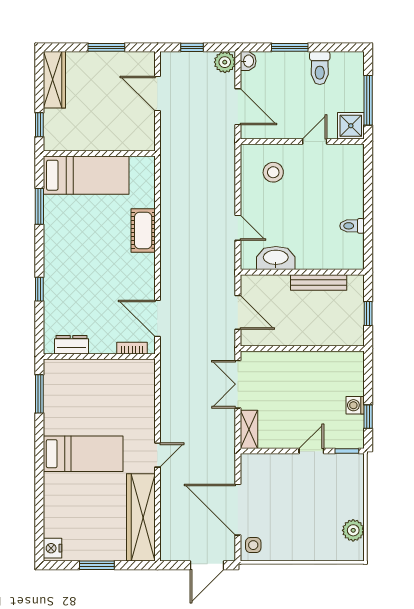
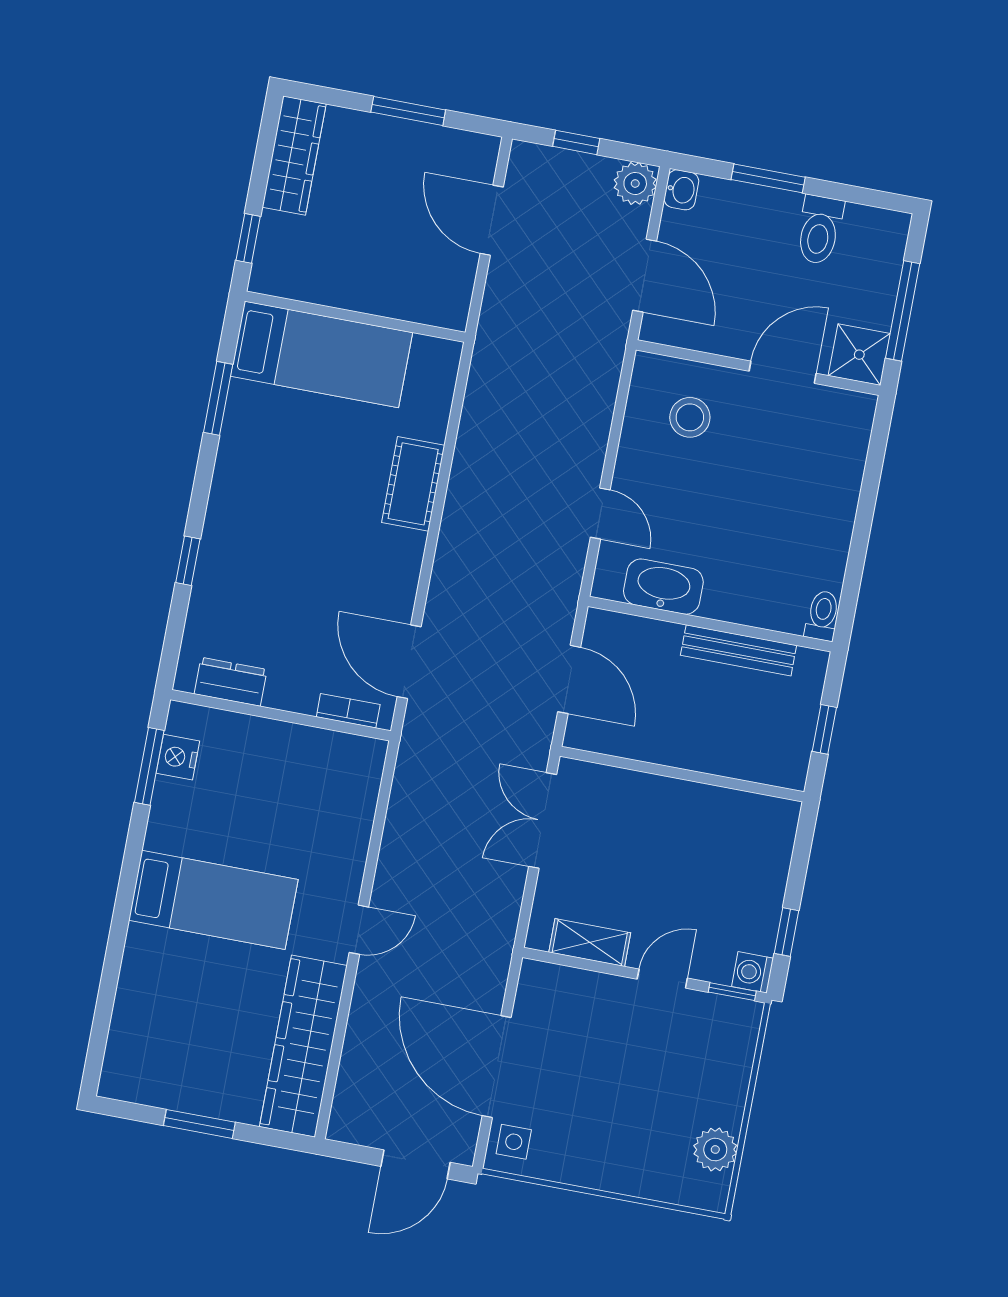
door: (315, 141) -> (783, 372), width x1.38
toilet: (352, 226) -> (822, 616), moved, turned 90
washing machine: (355, 405) -> (753, 972), moved
shelving: (249, 429) -> (590, 943), moved, turned 90
nightstand: (53, 548) -> (178, 757), moved

